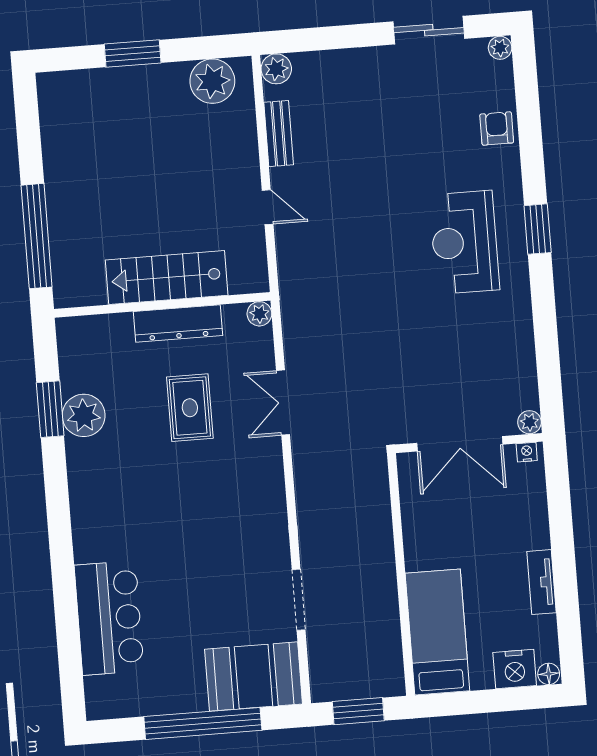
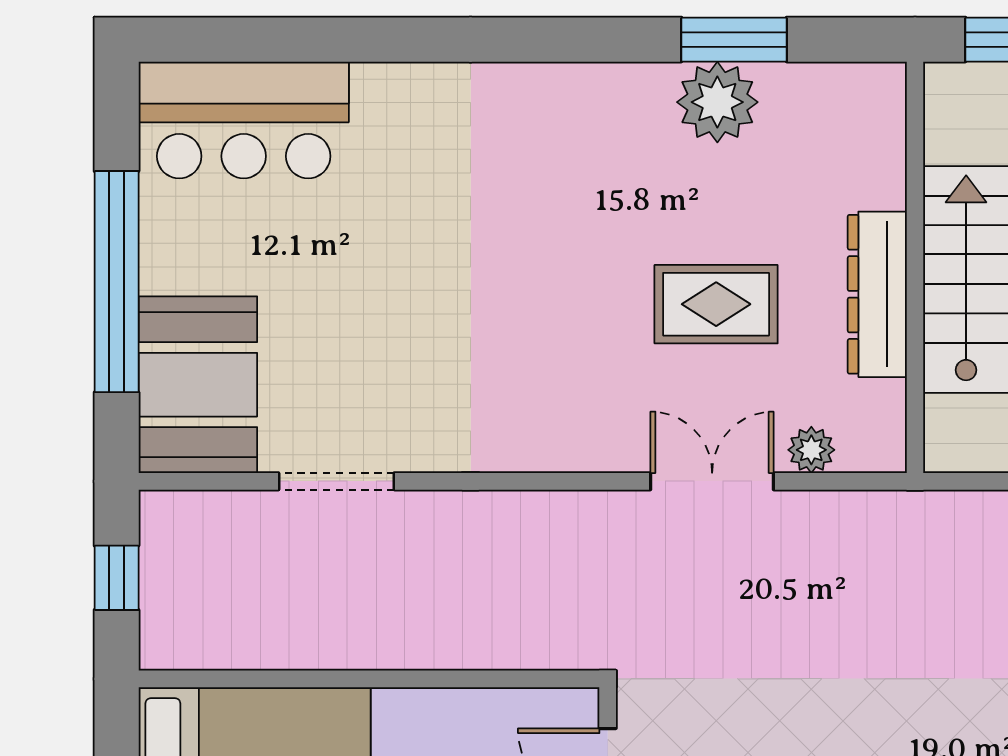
plant: (259, 314) -> (811, 450), moved
bar counter: (109, 618) -> (244, 120), moved
window: (358, 711) -> (117, 578), width x0.67

